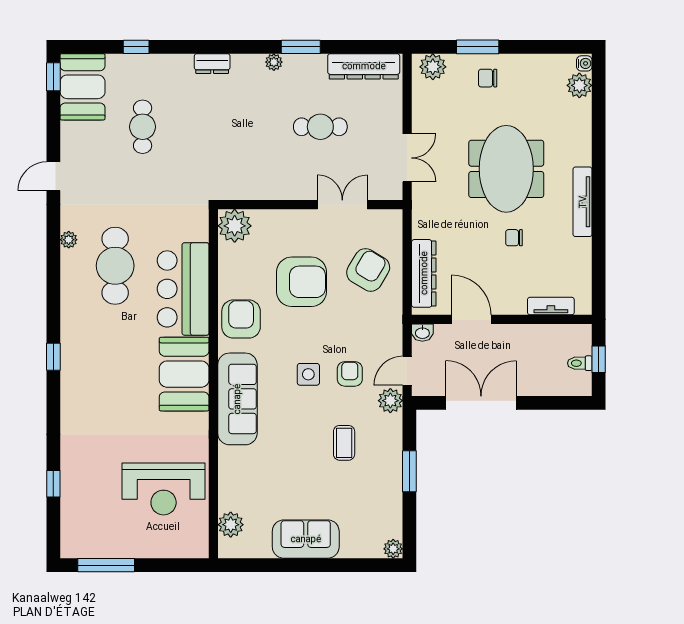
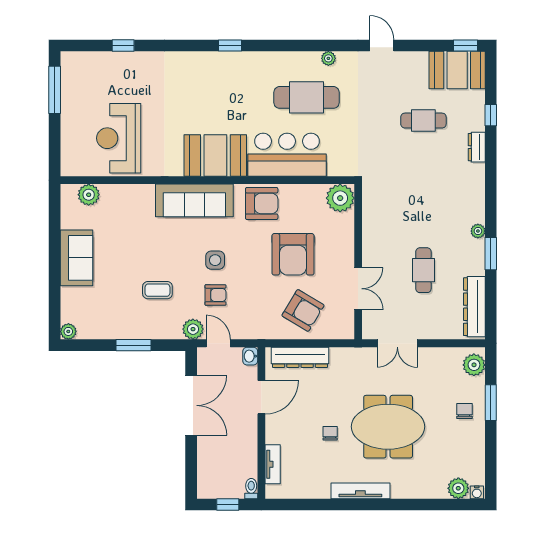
dresser: (212, 64) -> (477, 147), moved
toilet: (580, 363) -> (251, 489), moved

